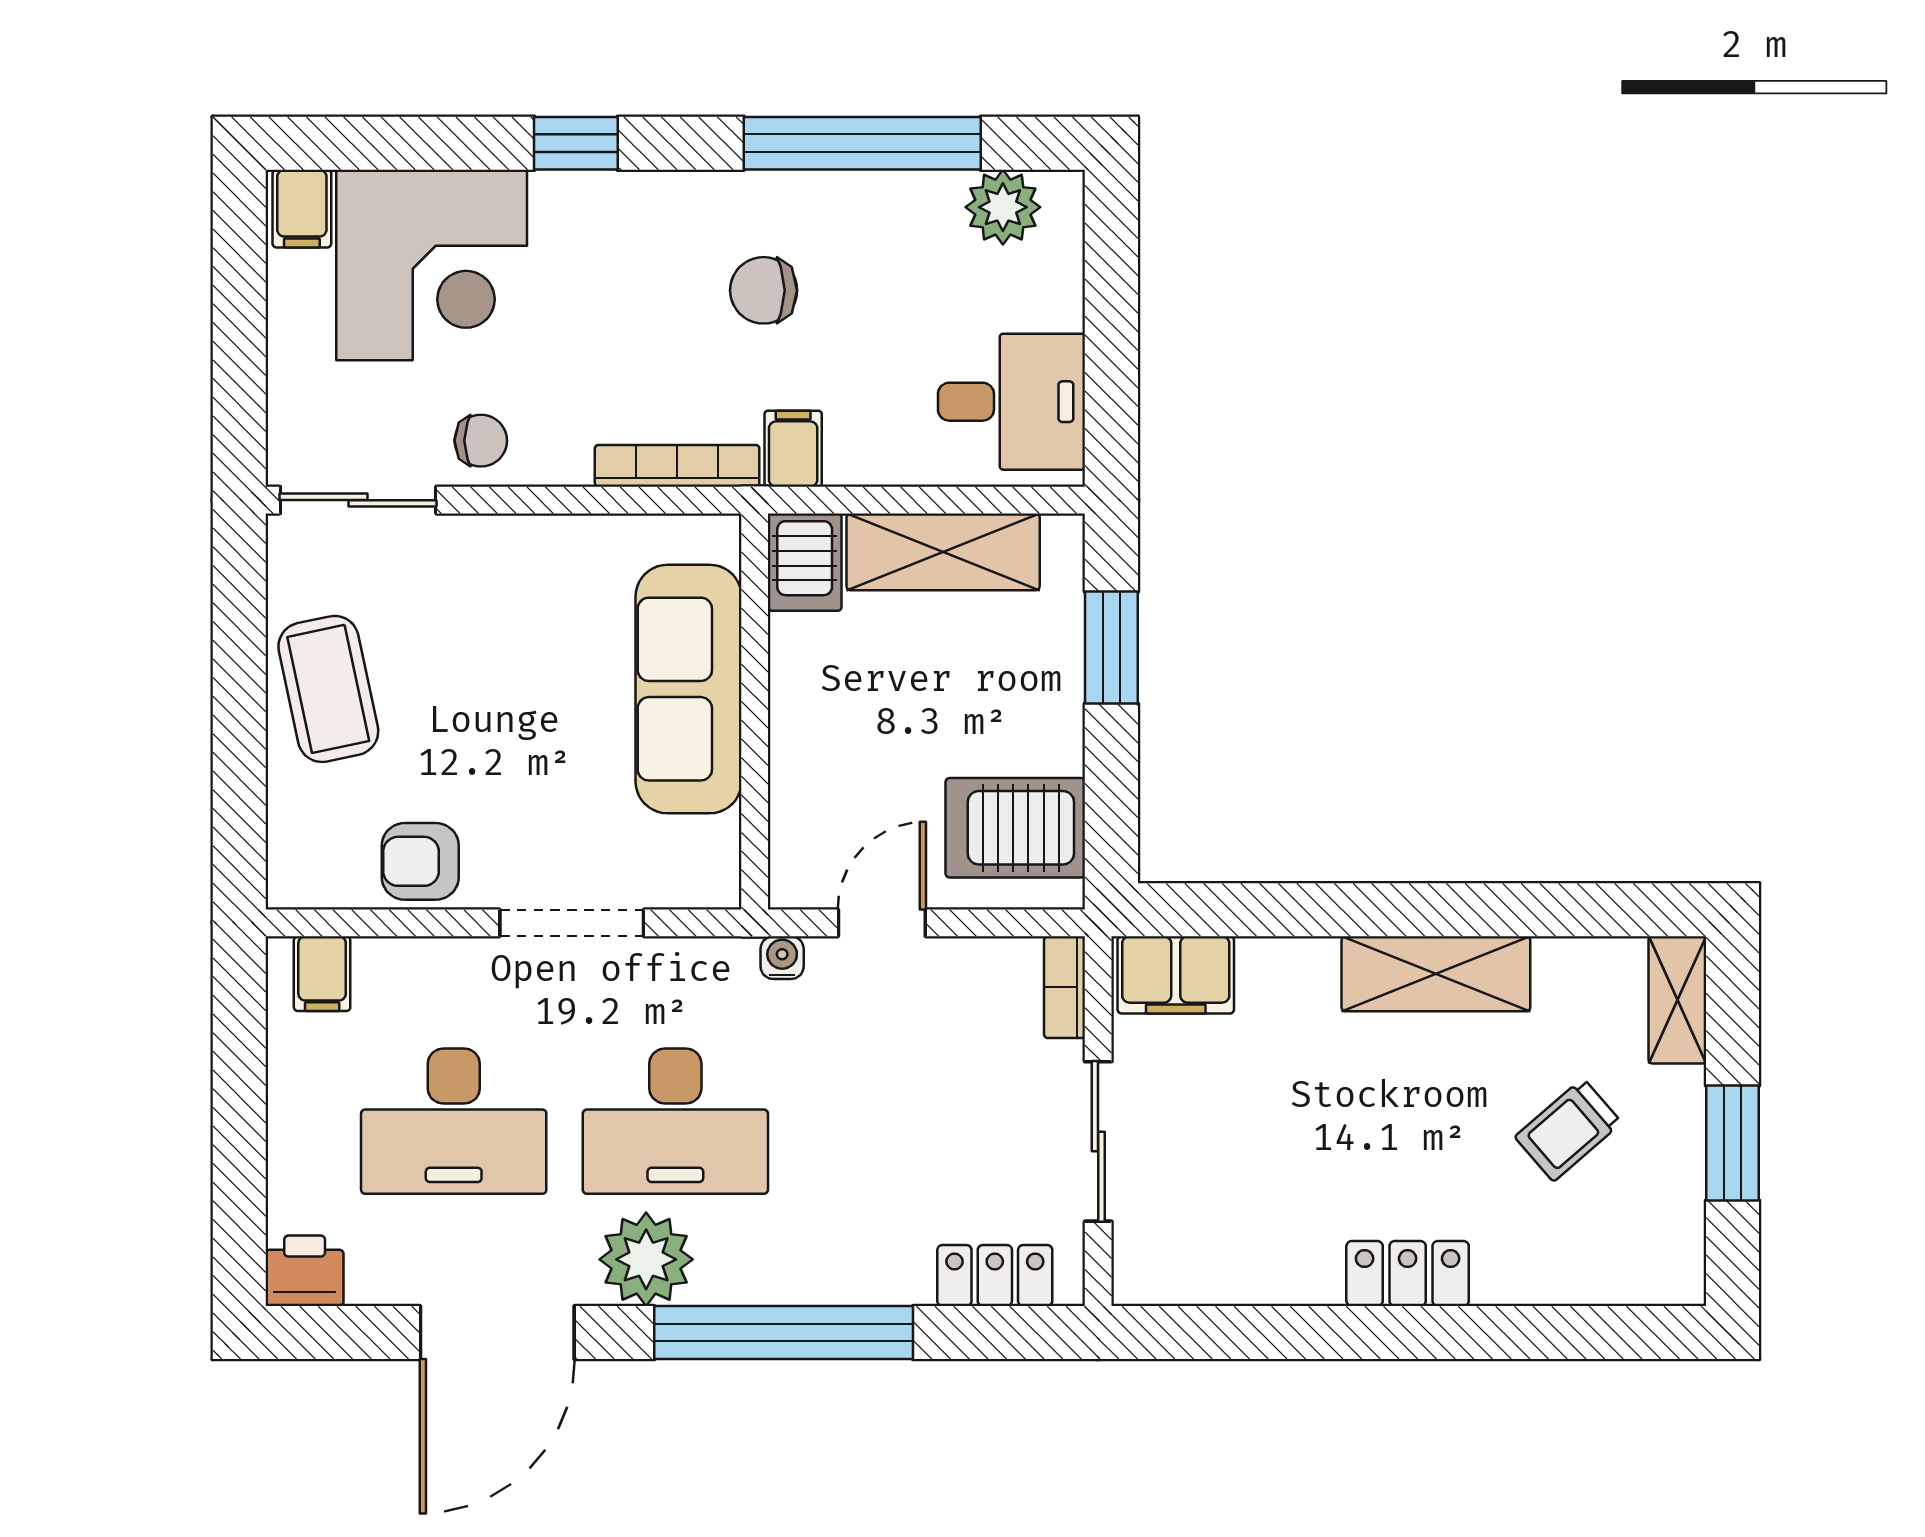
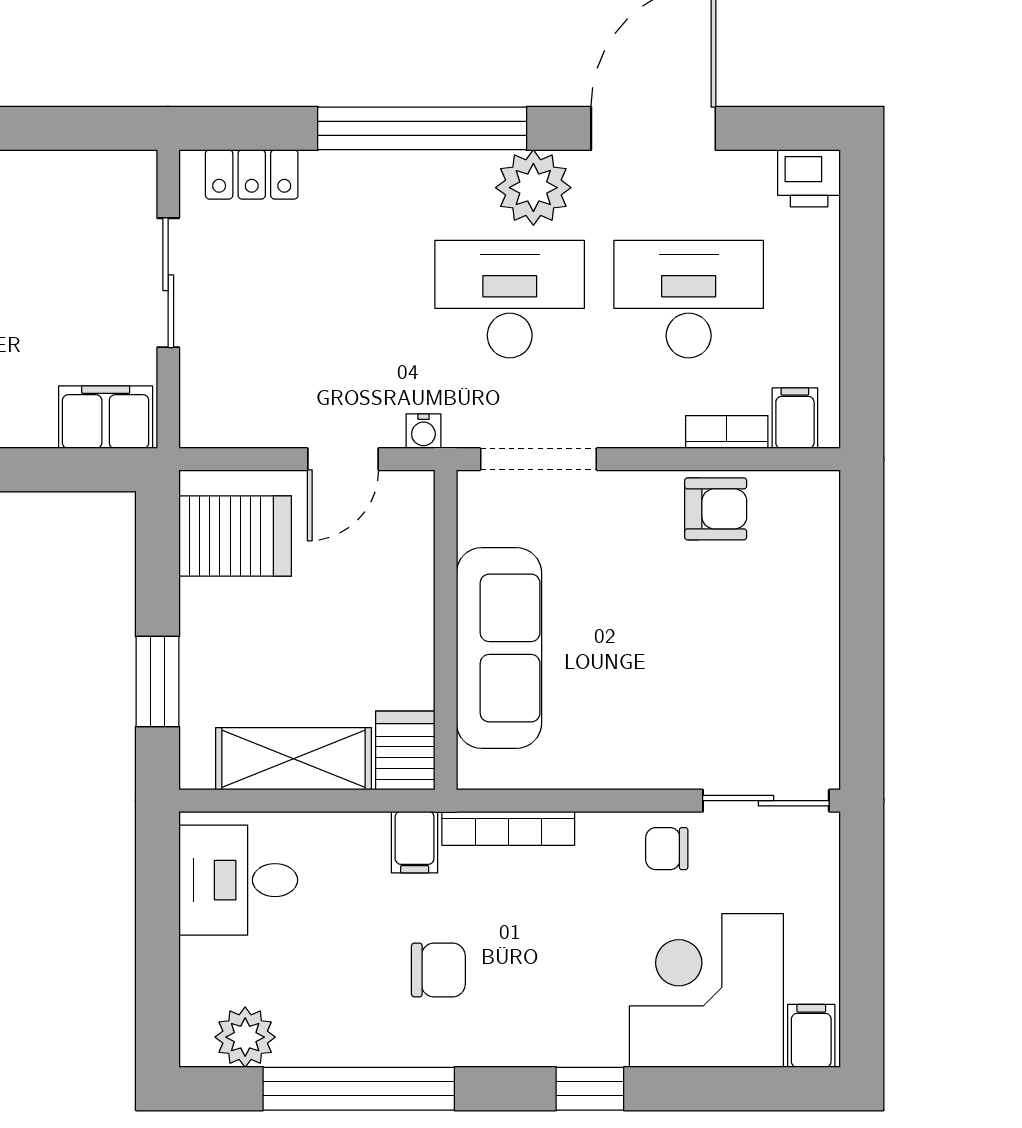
coffee table: (328, 689) -> (790, 648), removed
doorway: (572, 923) -> (539, 459), moved
bookcase: (1065, 987) -> (727, 432), moved, turned -90

